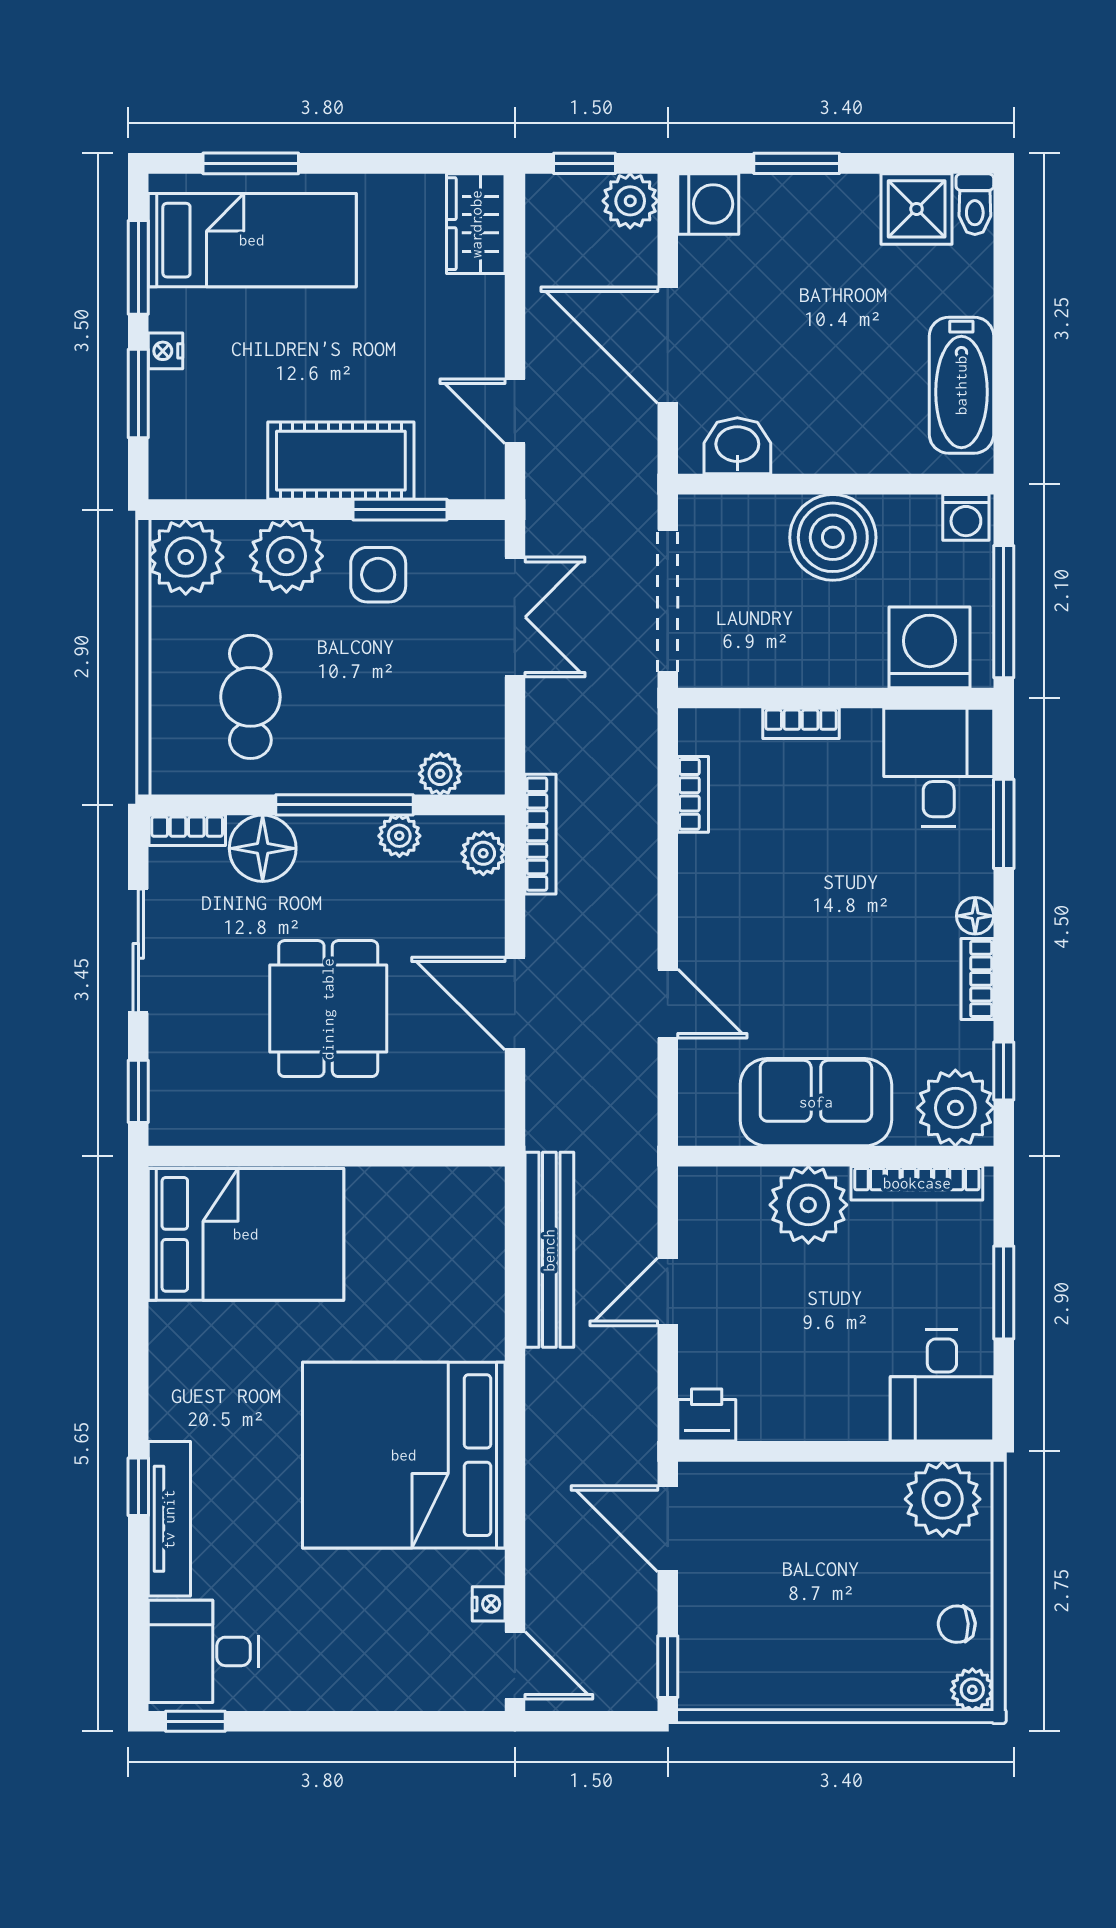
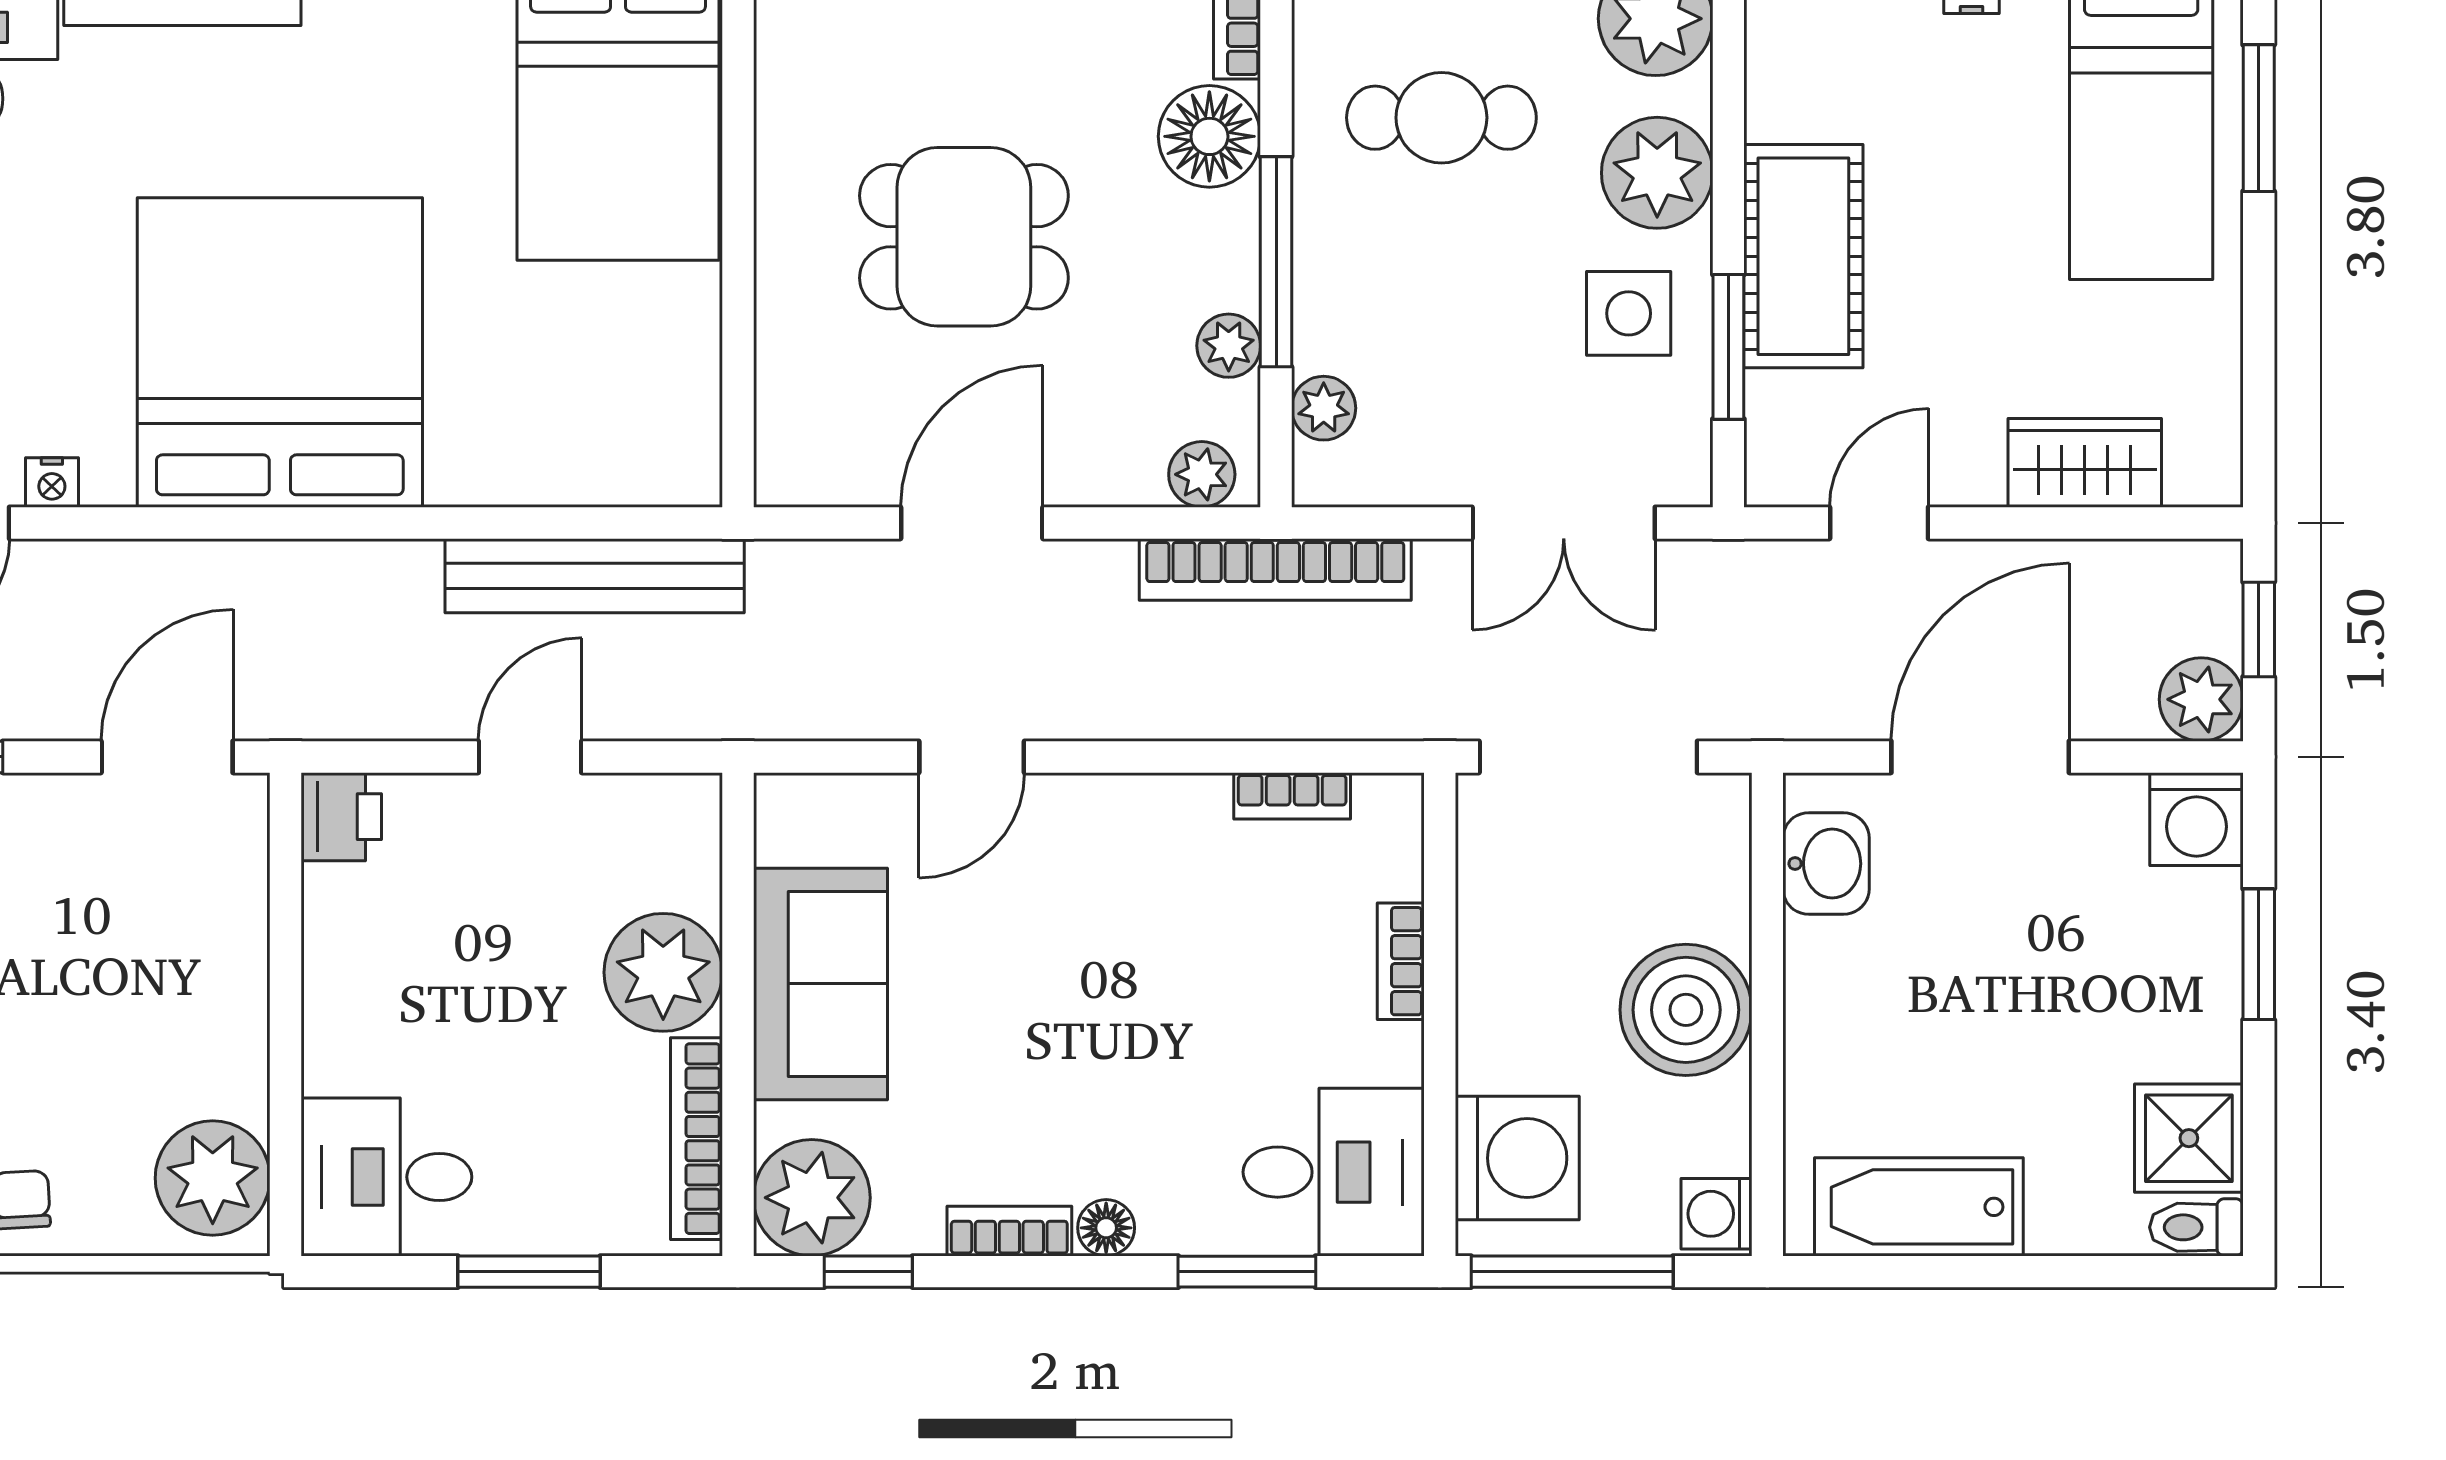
wardrobe: (476, 224) -> (2085, 463), moved
bookcase: (541, 834) -> (1275, 569), width x1.48, depth x1.31
door: (668, 1292) -> (530, 757), hinge flipped

